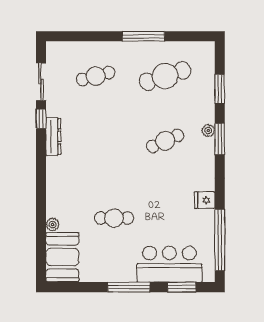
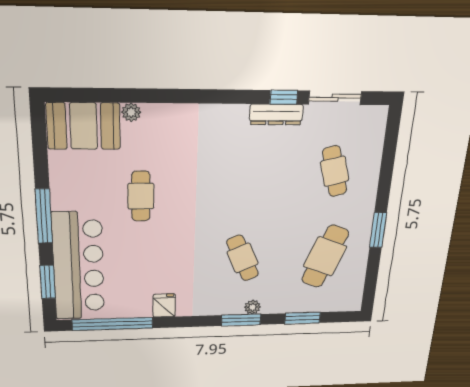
window: (143, 36) -> (378, 230), width x0.69
cafe table: (165, 76) -> (325, 256), turned 39
dresser: (53, 136) -> (276, 114), moved
bar counter: (169, 264) -> (78, 266), width x1.36

